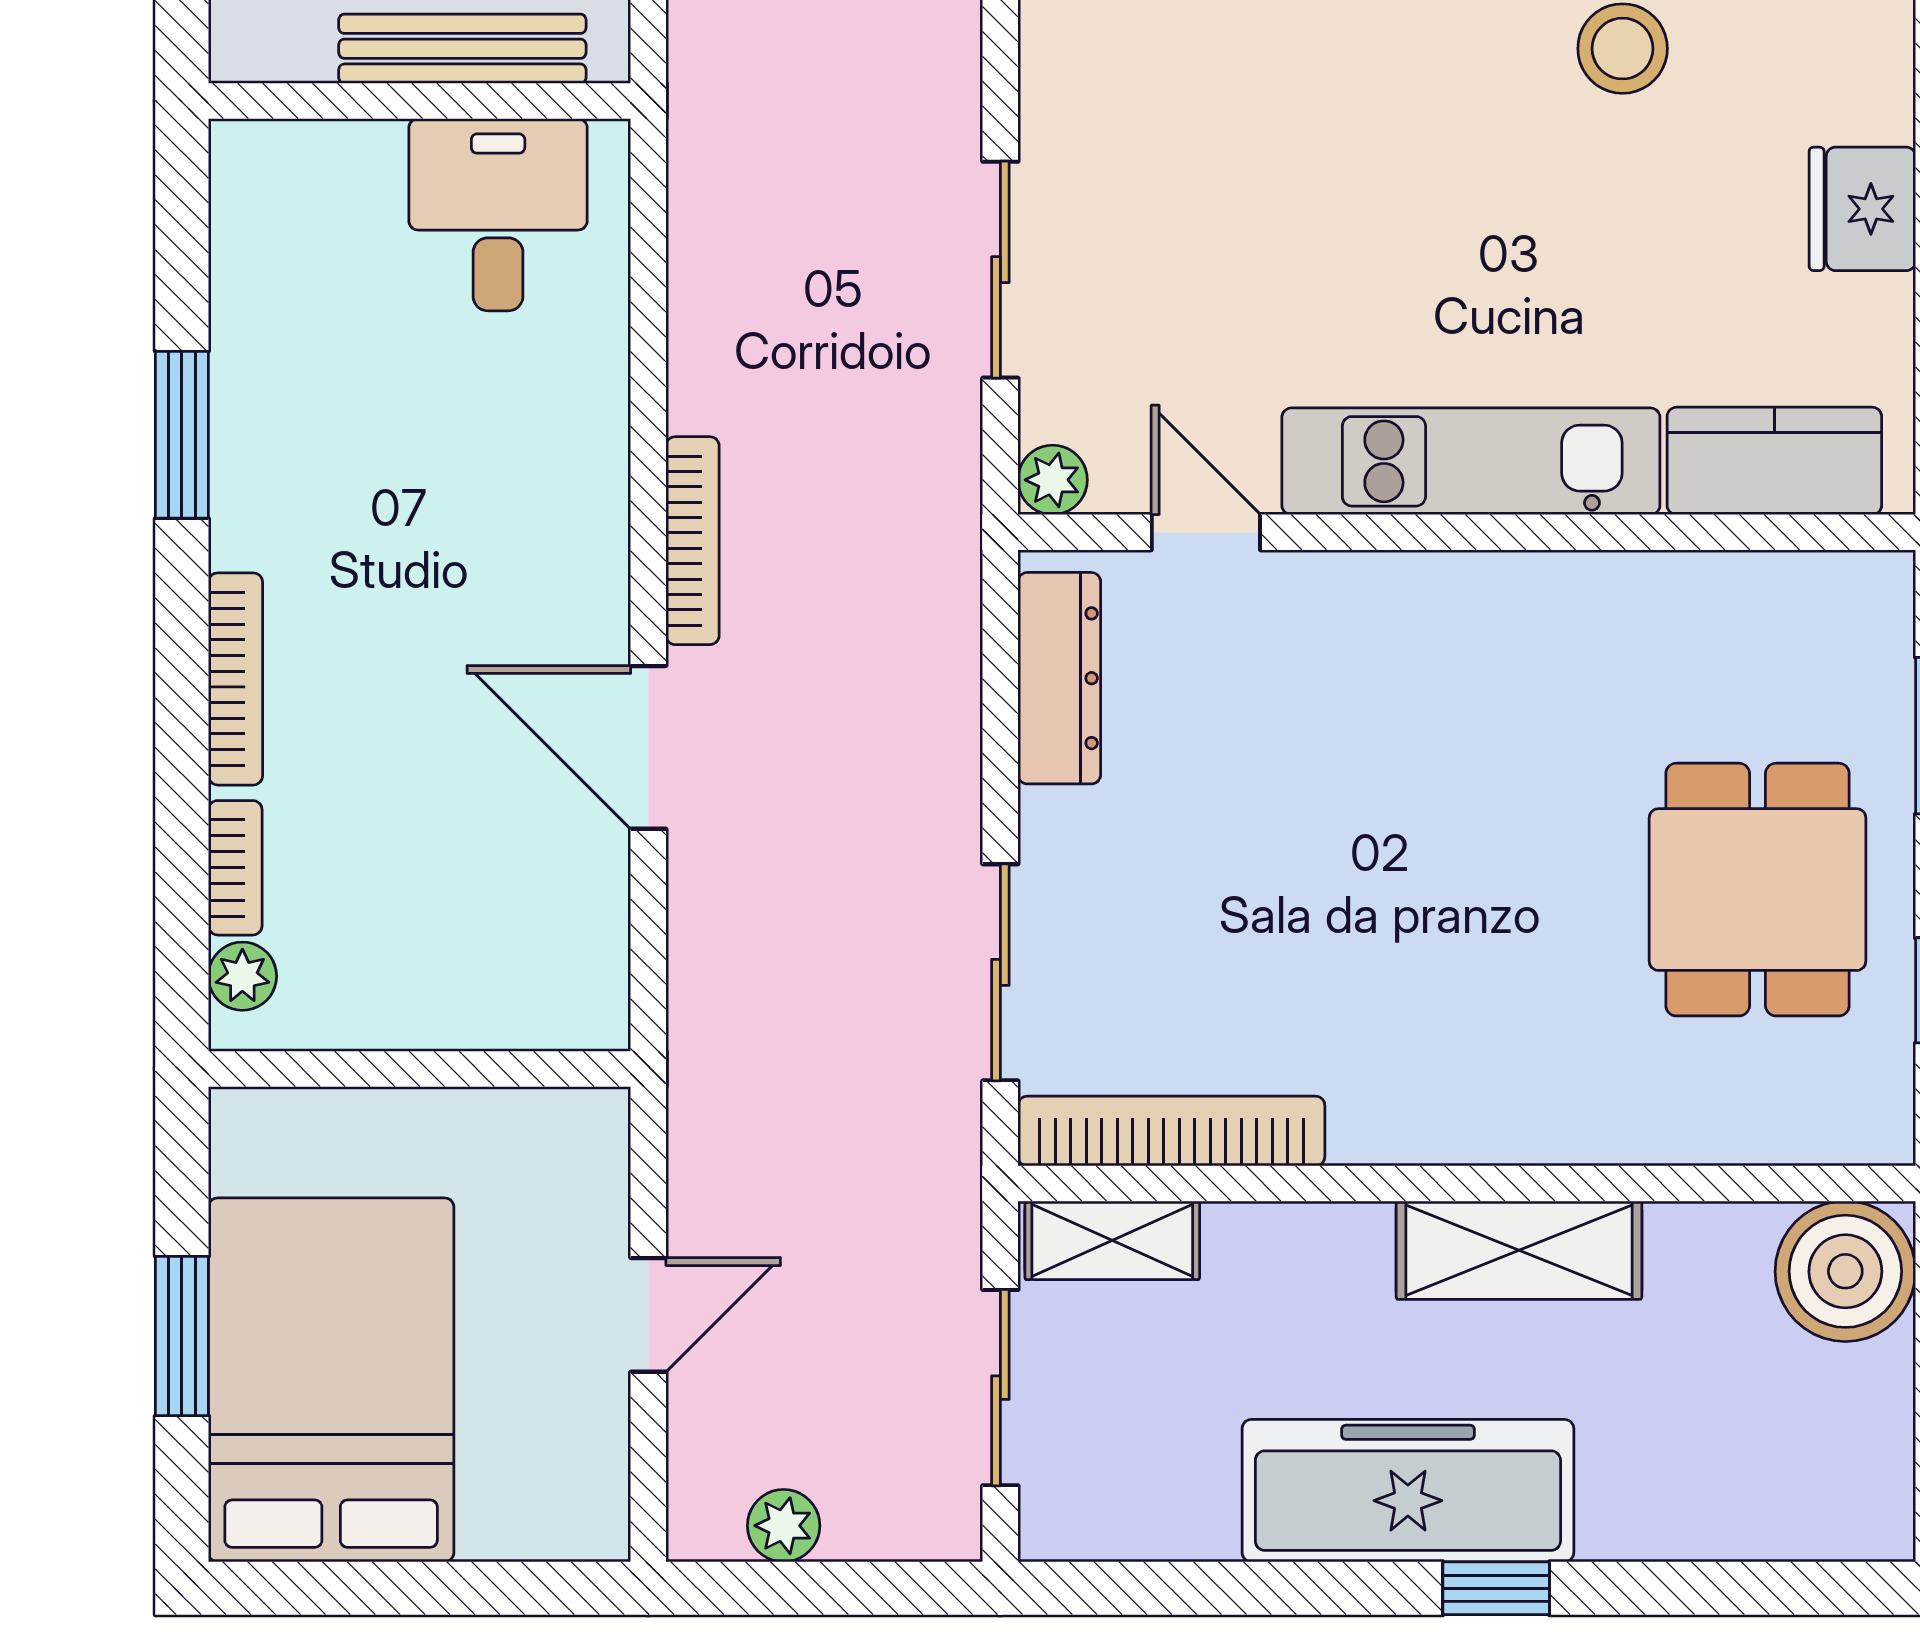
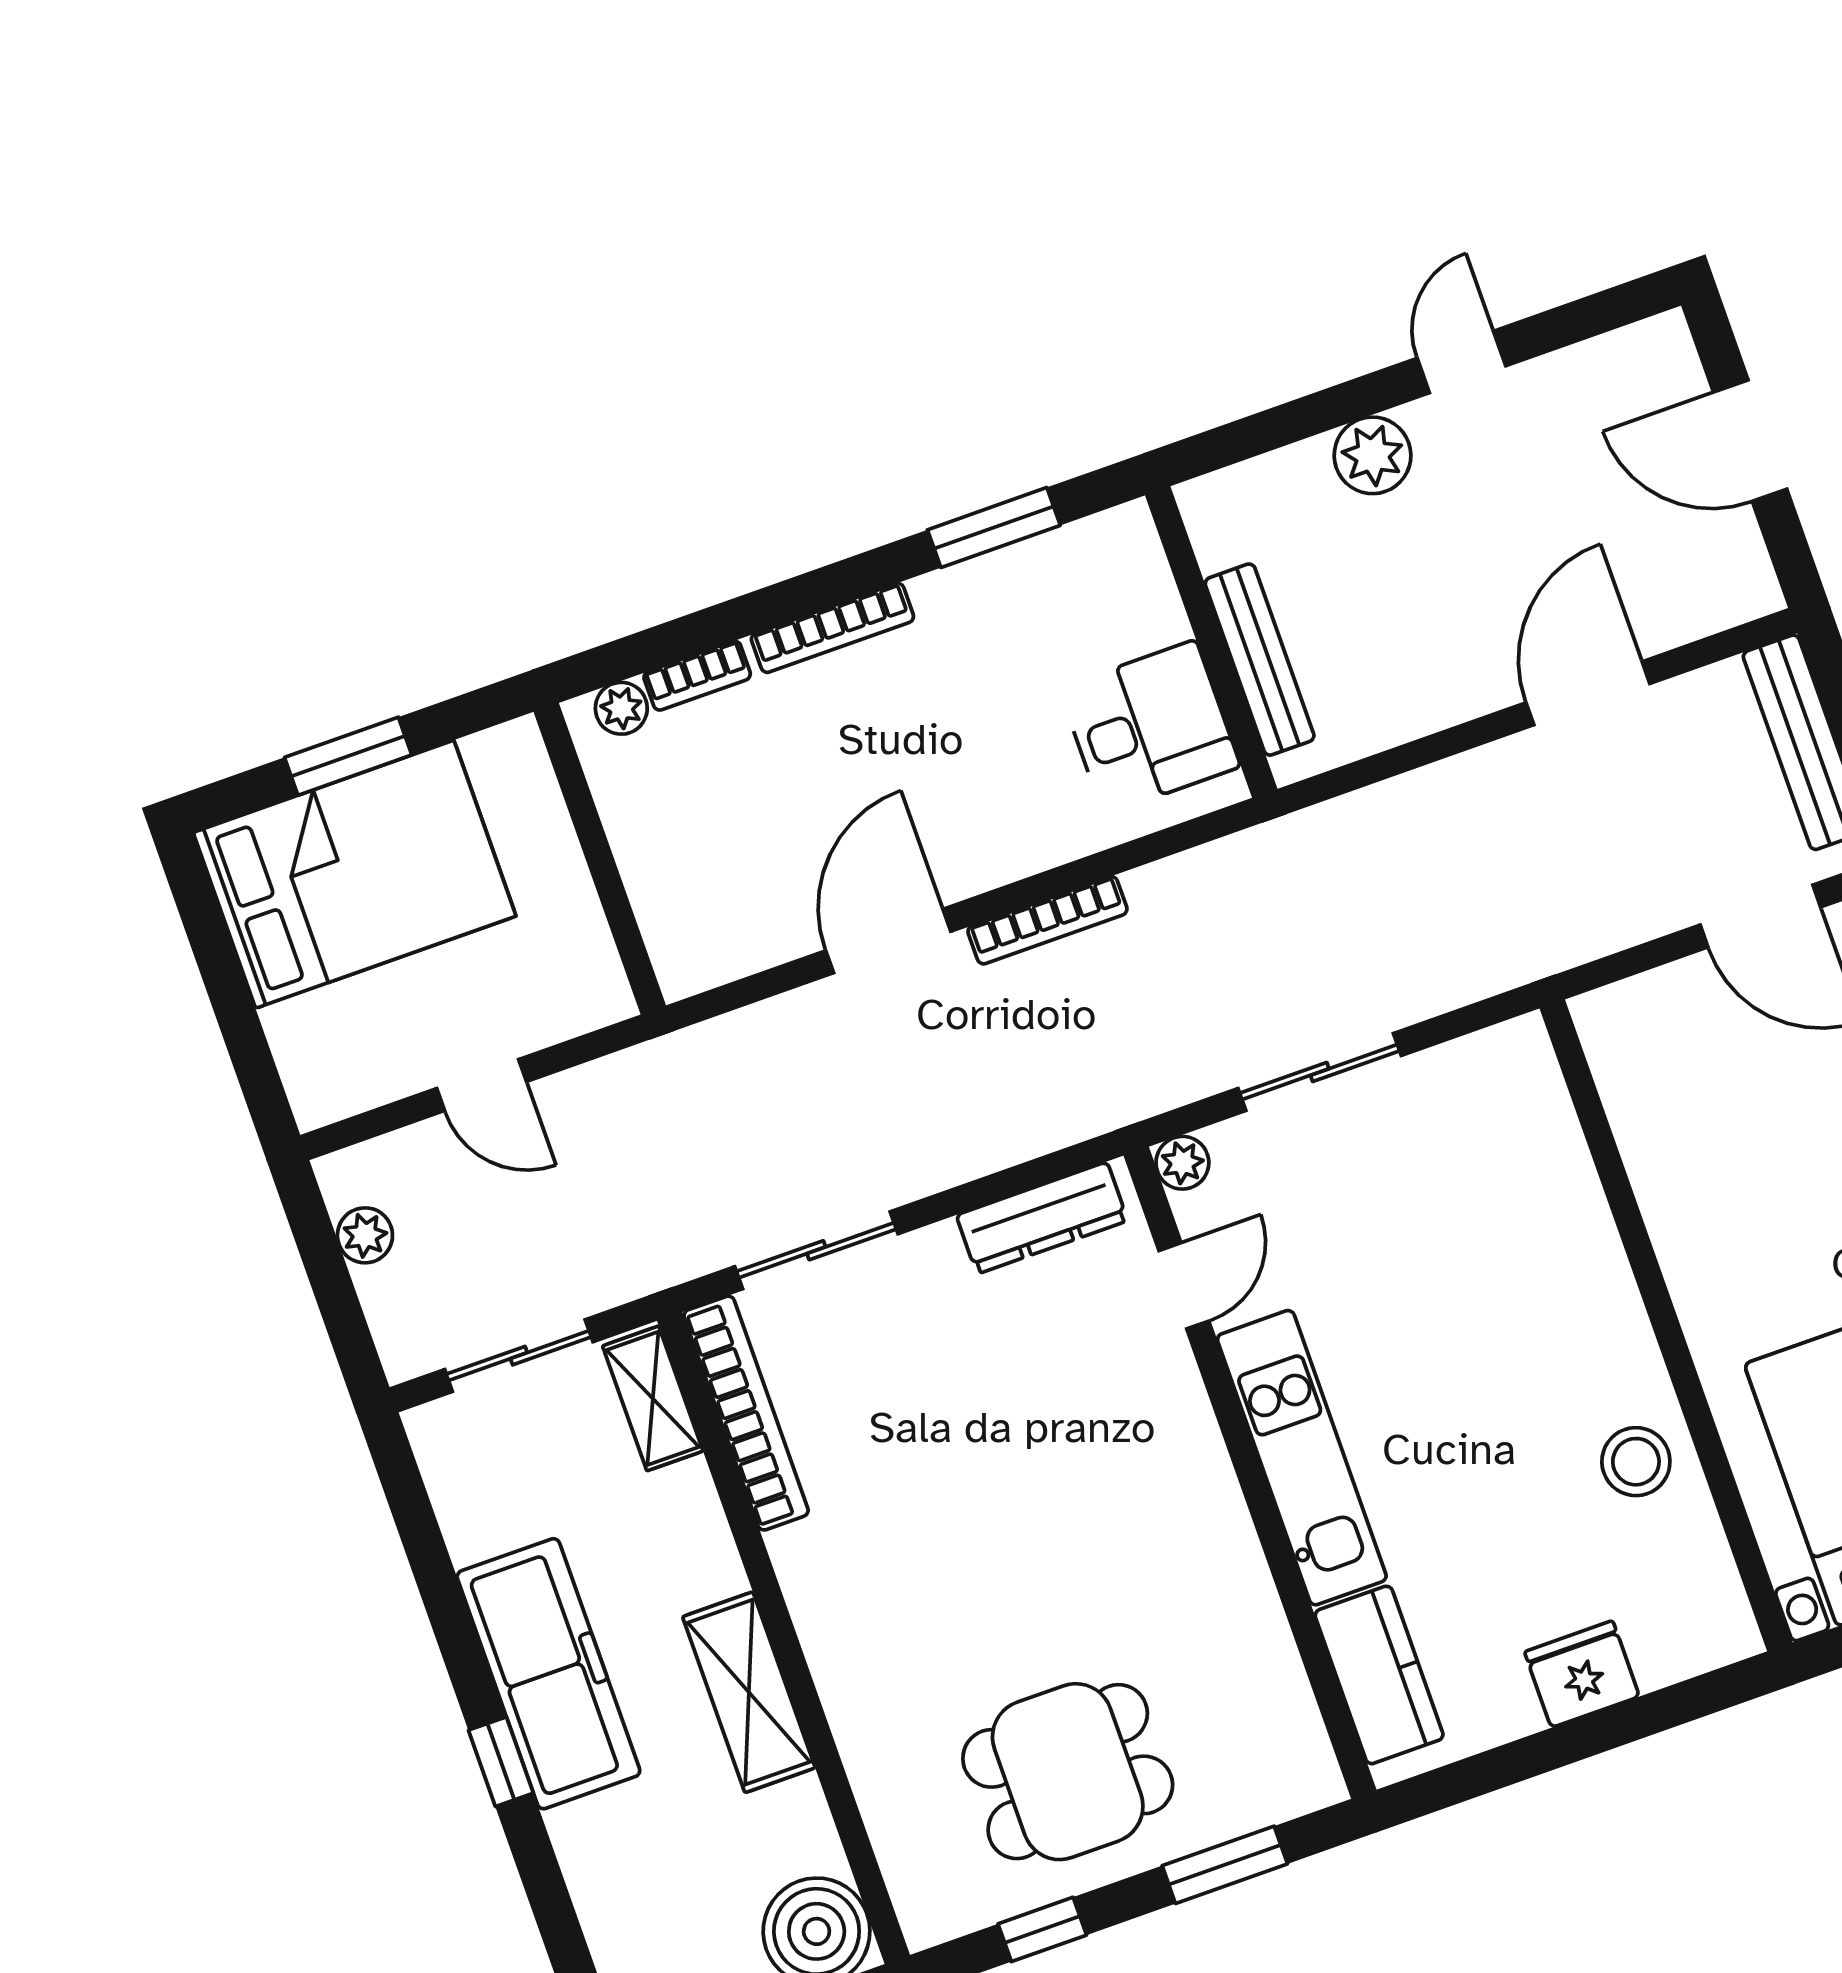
bench: (462, 49) -> (1260, 660), moved
wall: (419, 101) -> (1211, 642), moved
desk: (498, 215) -> (1150, 727), moved

